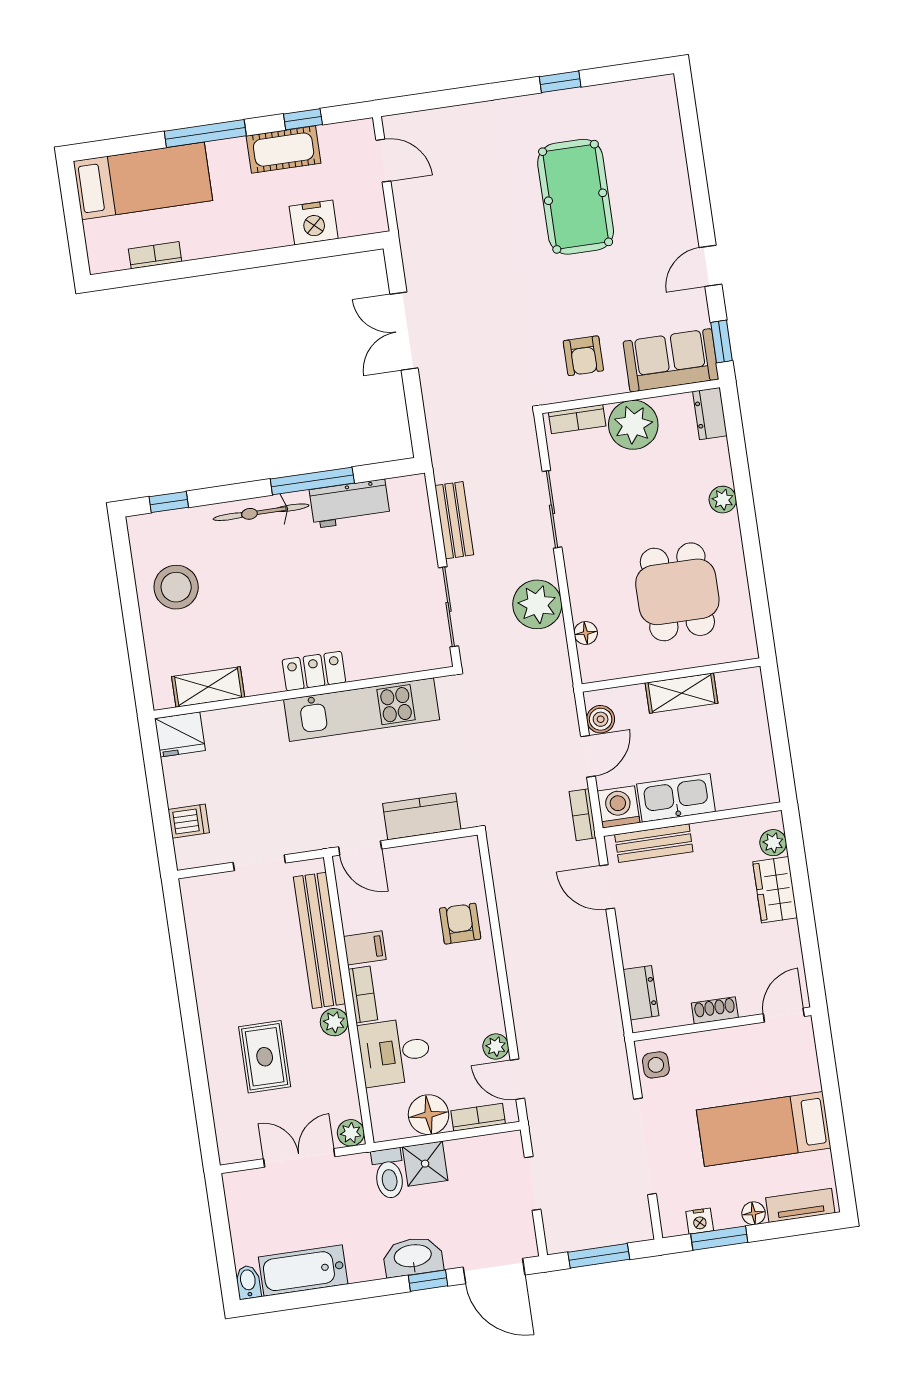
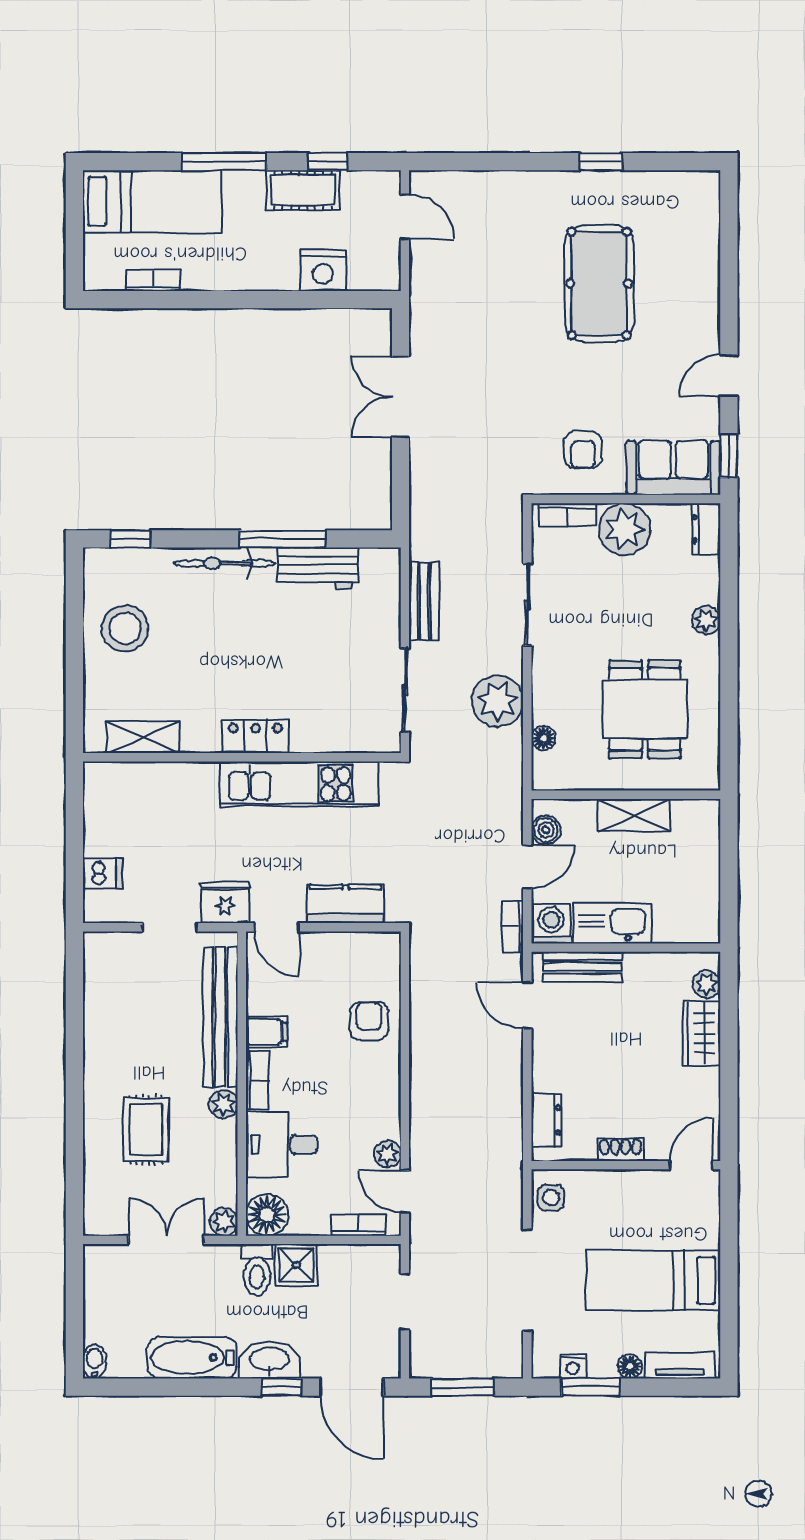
fridge: (180, 734) -> (225, 903), moved, turned 180
floor lamp: (429, 1115) -> (267, 1215), moved
bathtub: (303, 1270) -> (192, 1358), moved

